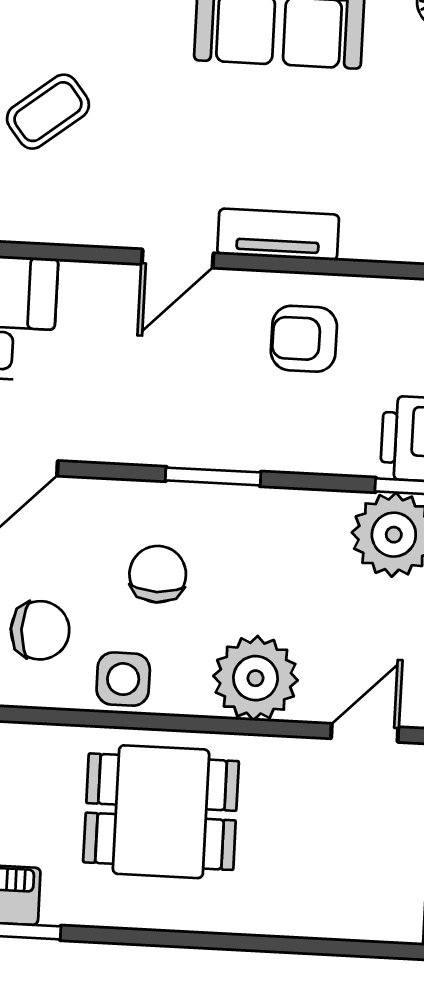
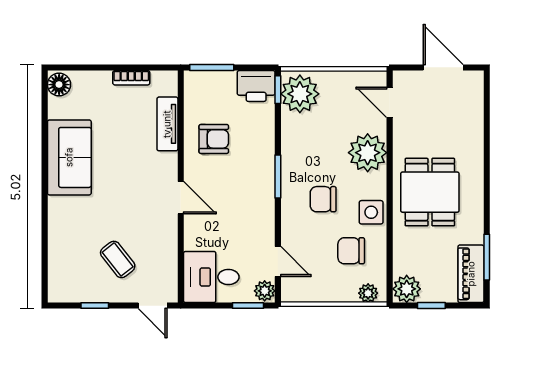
tv unit: (278, 234) -> (167, 124), moved
armchair: (304, 339) -> (214, 139), turned -90
chair: (40, 630) -> (351, 251), turned -90

